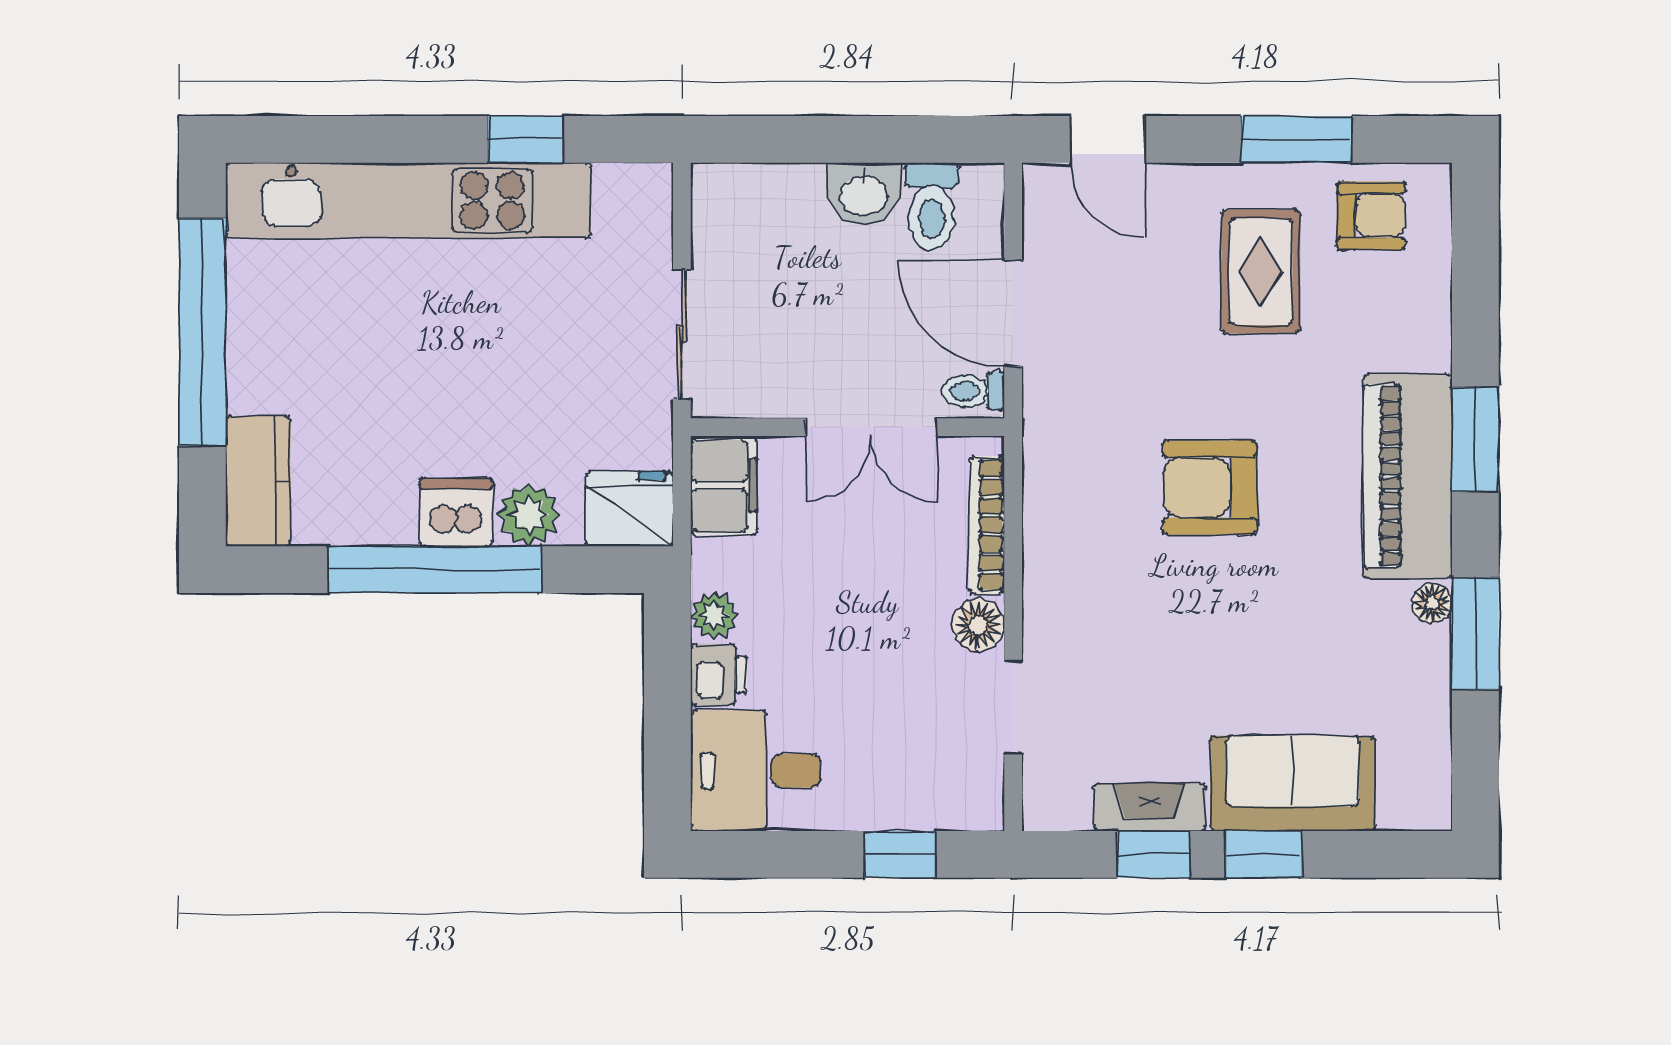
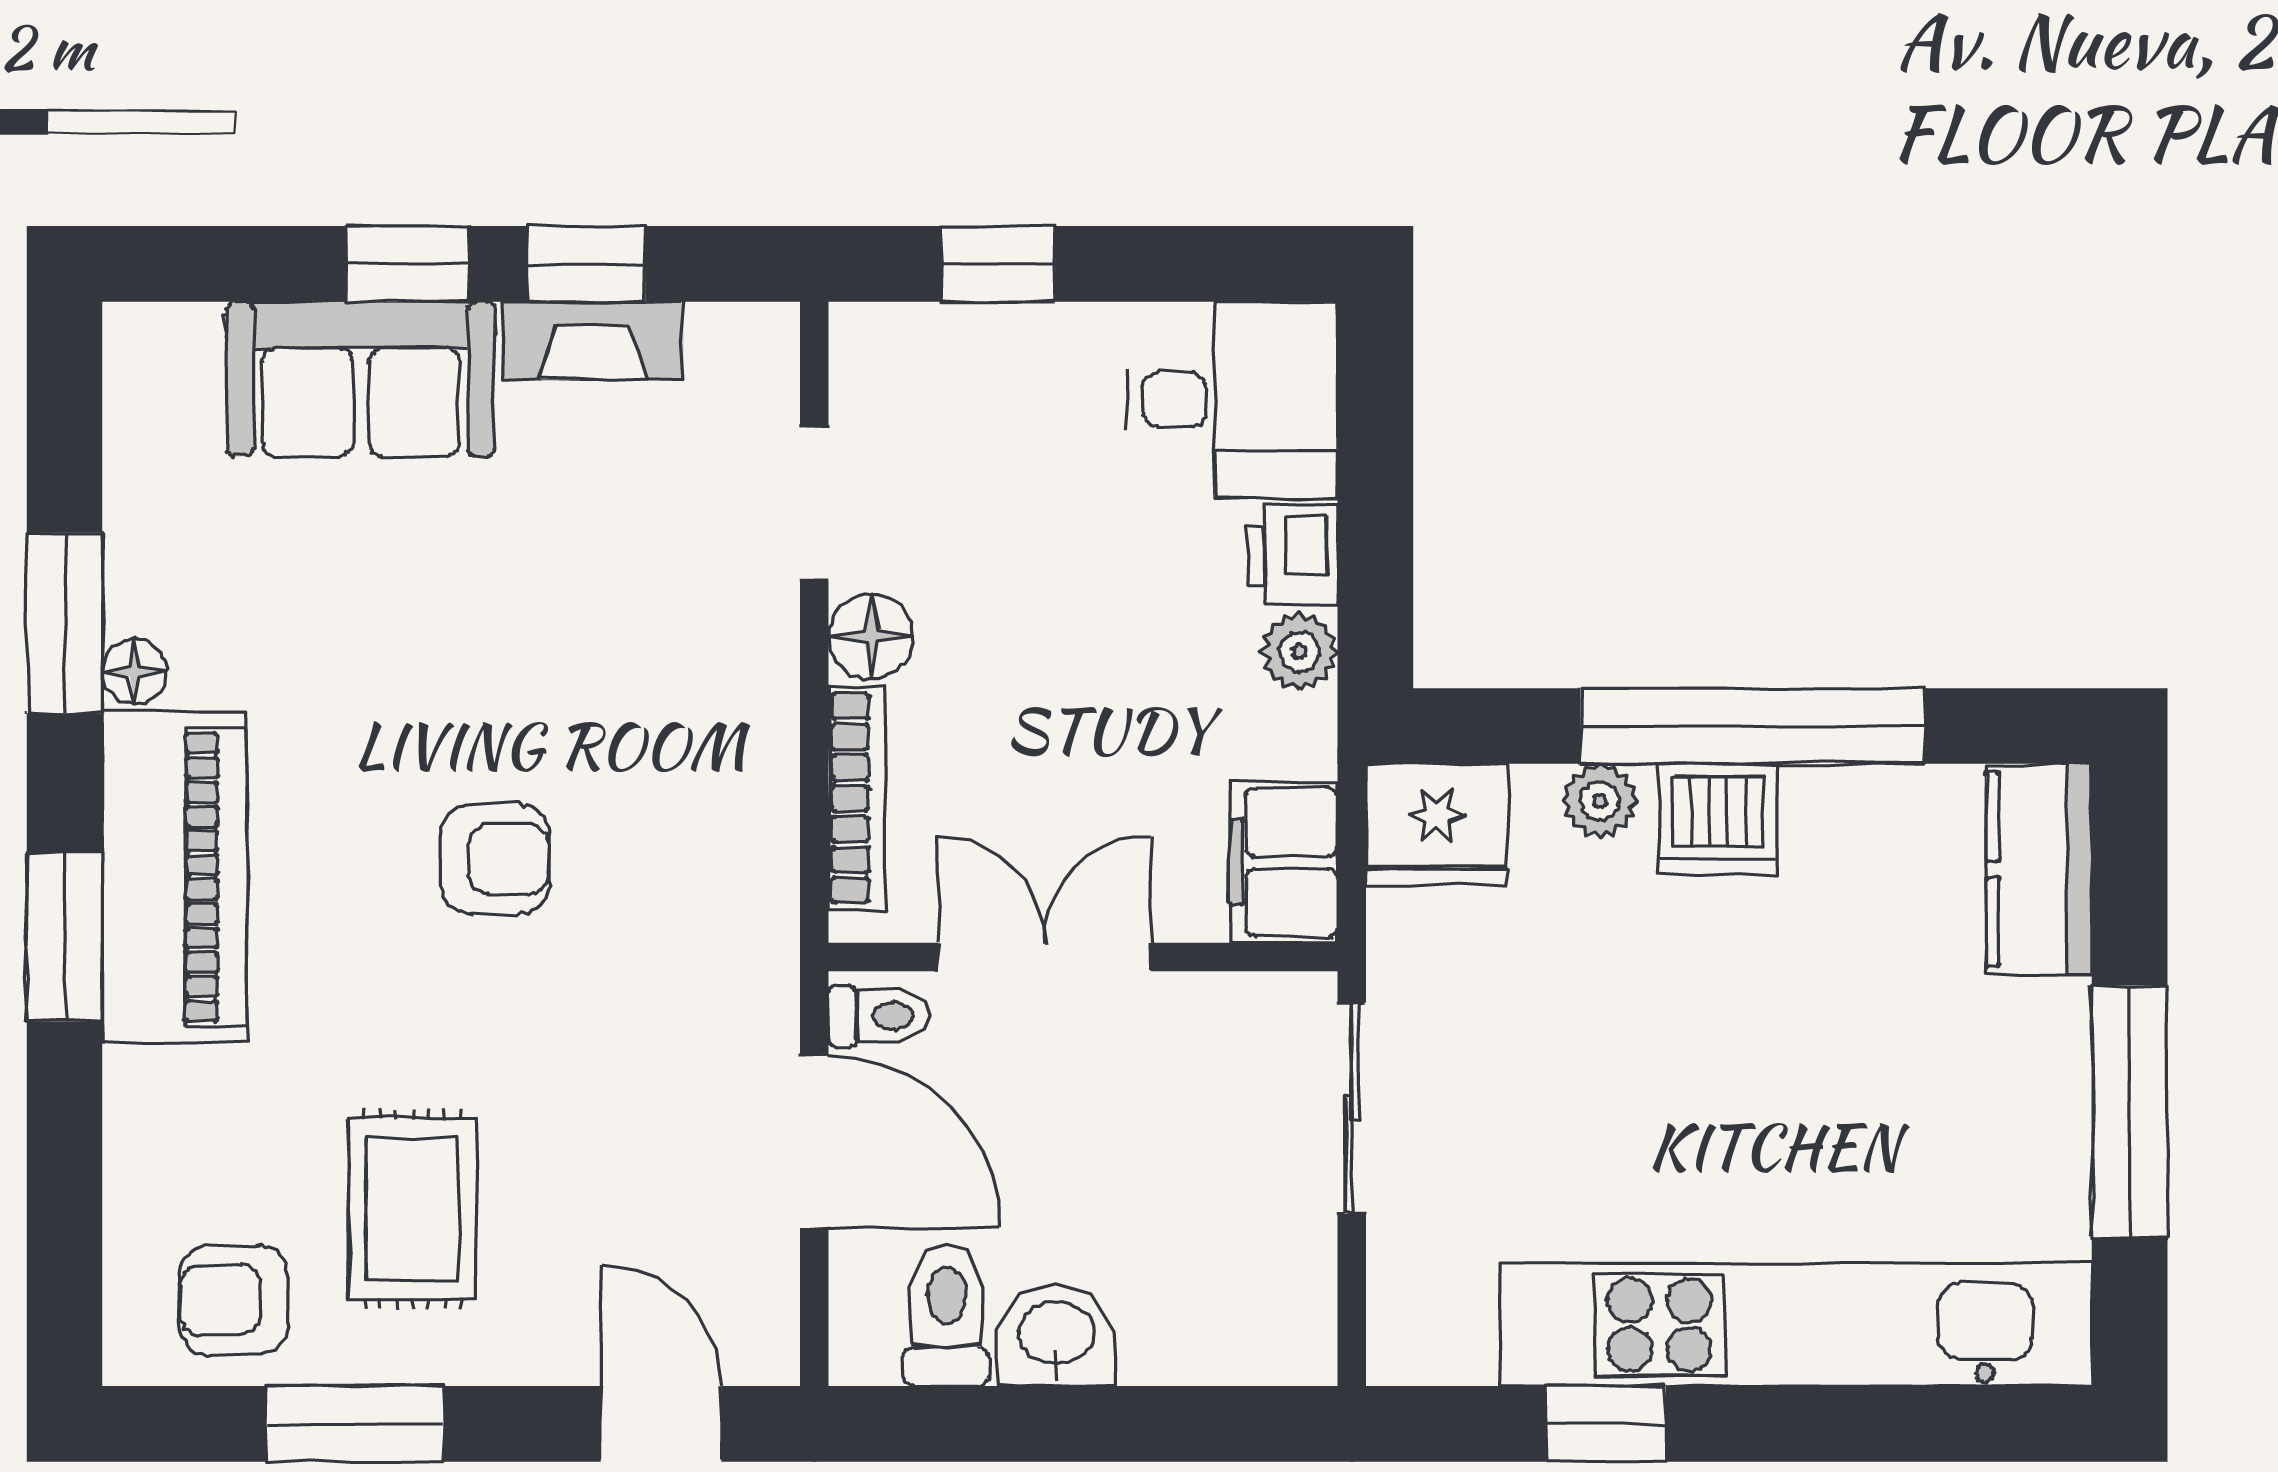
window: (202, 332) -> (2130, 1112), width x0.68
armchair: (1210, 488) -> (495, 859), width x0.72, depth x0.72
plant: (529, 515) -> (1600, 801), width x0.73, depth x0.73

